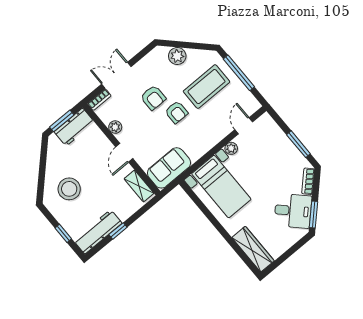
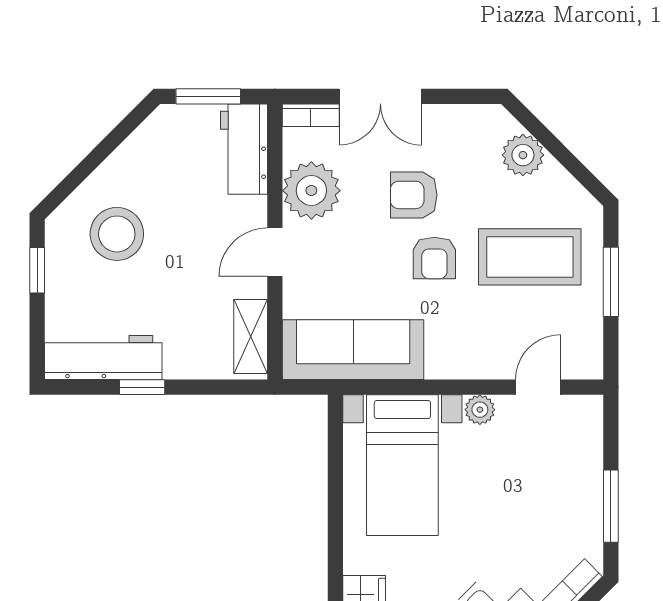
window: (239, 73) -> (611, 282), width x0.69
double door: (116, 75) -> (380, 96), swing flipped
armchair: (153, 98) -> (414, 195), turned 90
workbench: (74, 127) -> (244, 149), moved, turned 90
plant: (115, 127) -> (311, 191), width x1.87, depth x1.87
sofa: (169, 168) -> (353, 350), width x1.36
window: (63, 233) -> (37, 270), moved

